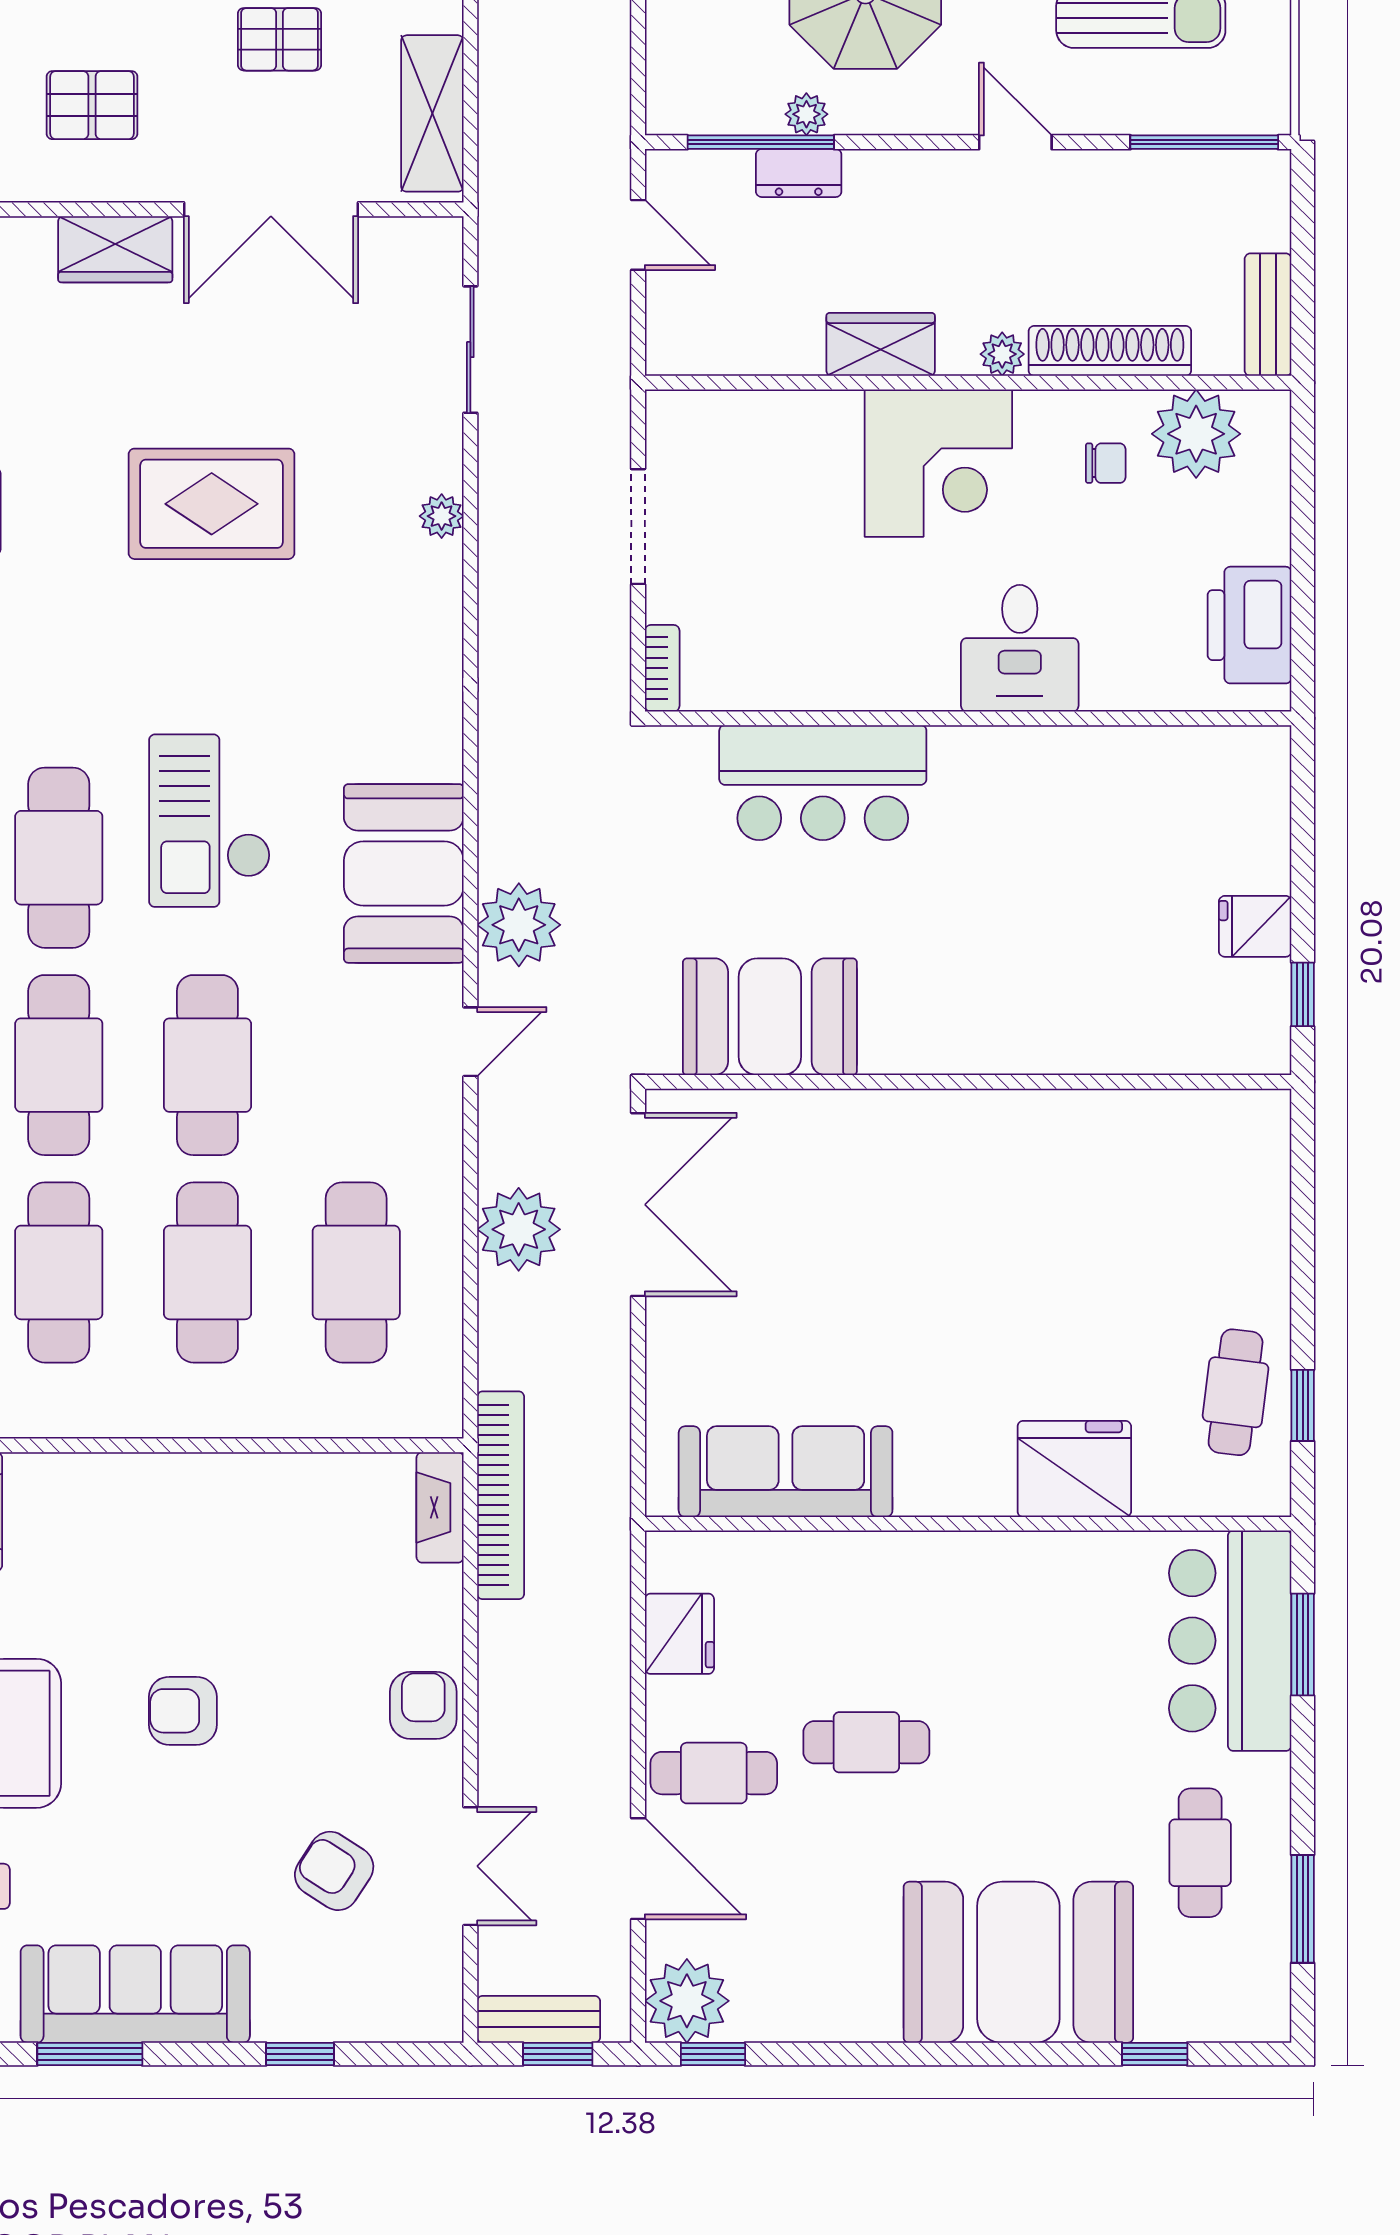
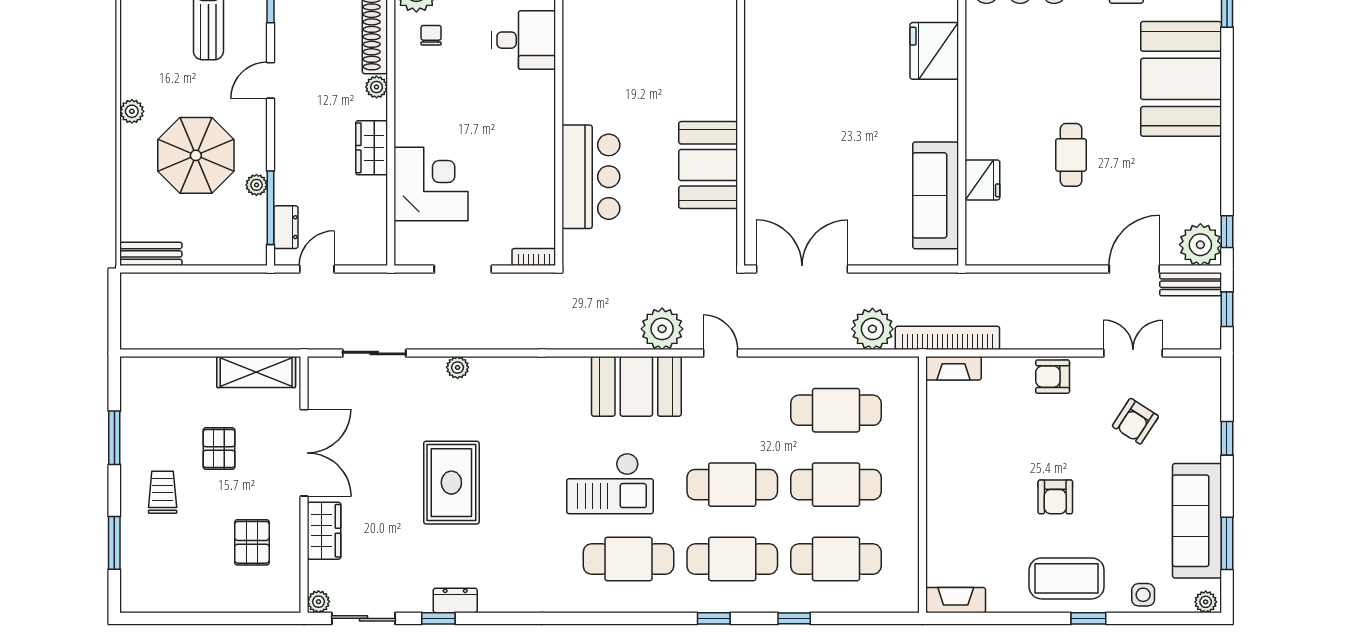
dresser: (799, 173) -> (286, 227), moved
corner desk: (938, 463) -> (431, 184), moved
desk: (1020, 648) -> (524, 40), moved
booth: (770, 1017) -> (708, 165), moved
plant: (519, 1229) -> (872, 329), moved
fridge: (679, 1634) -> (982, 180), moved, turned 90
cafe table: (714, 1773) -> (1086, 231), removed
bench: (539, 2019) -> (1191, 284), moved, turned 90

